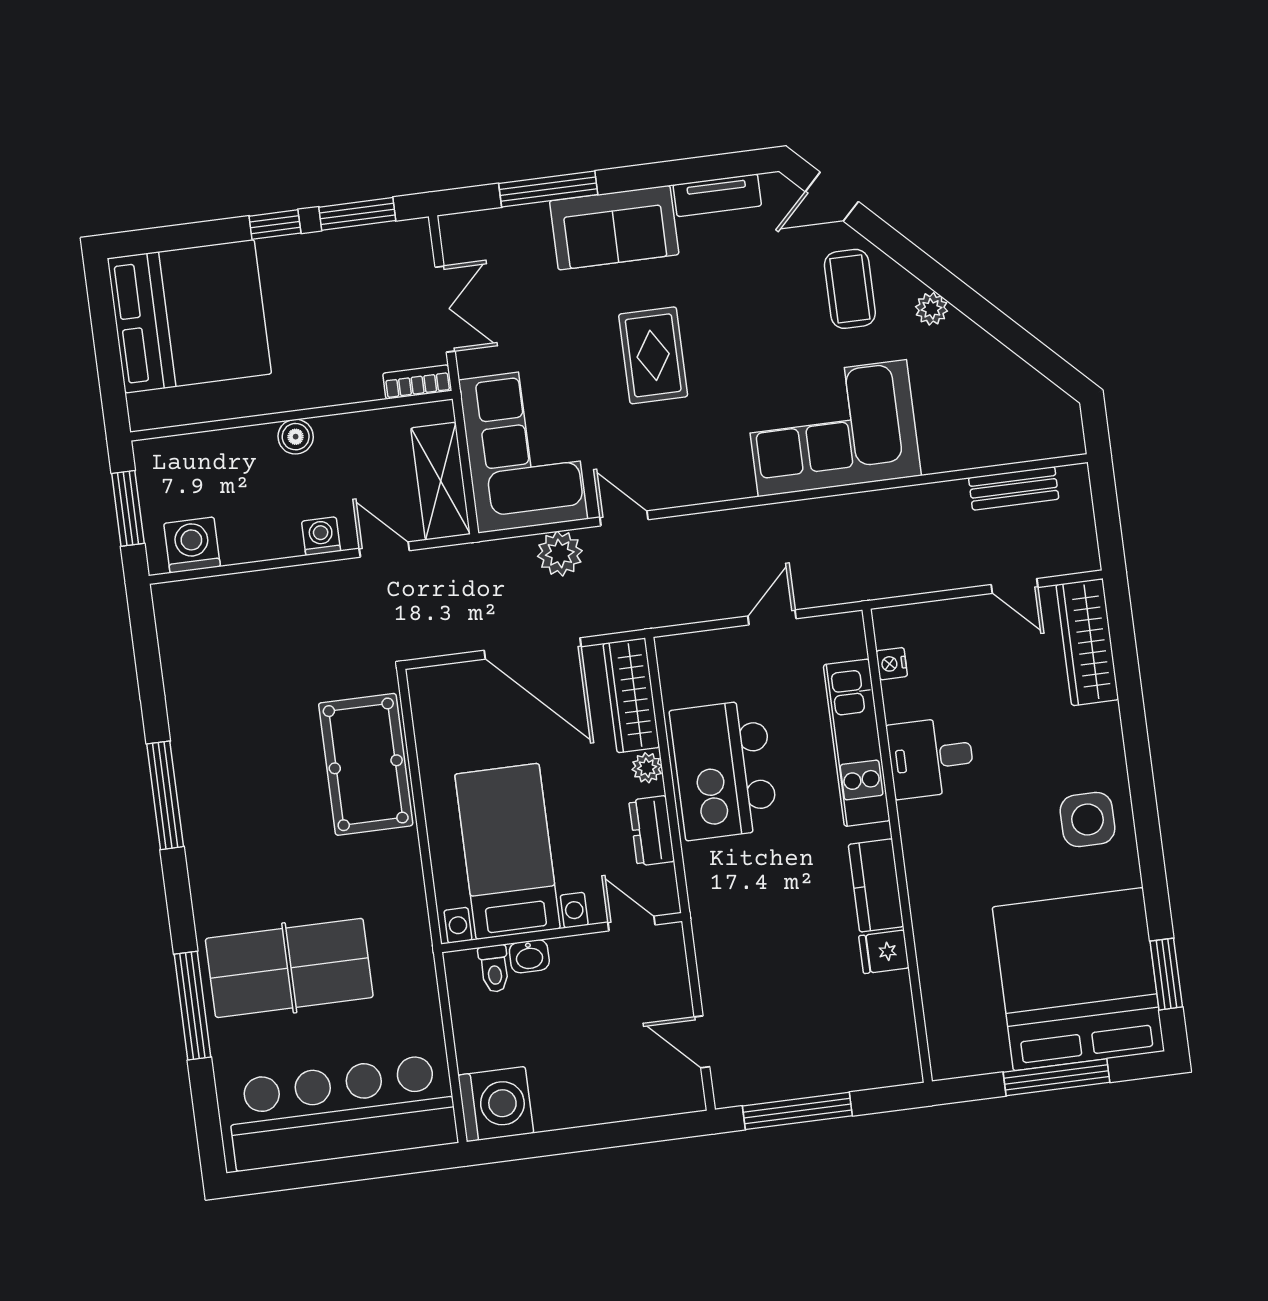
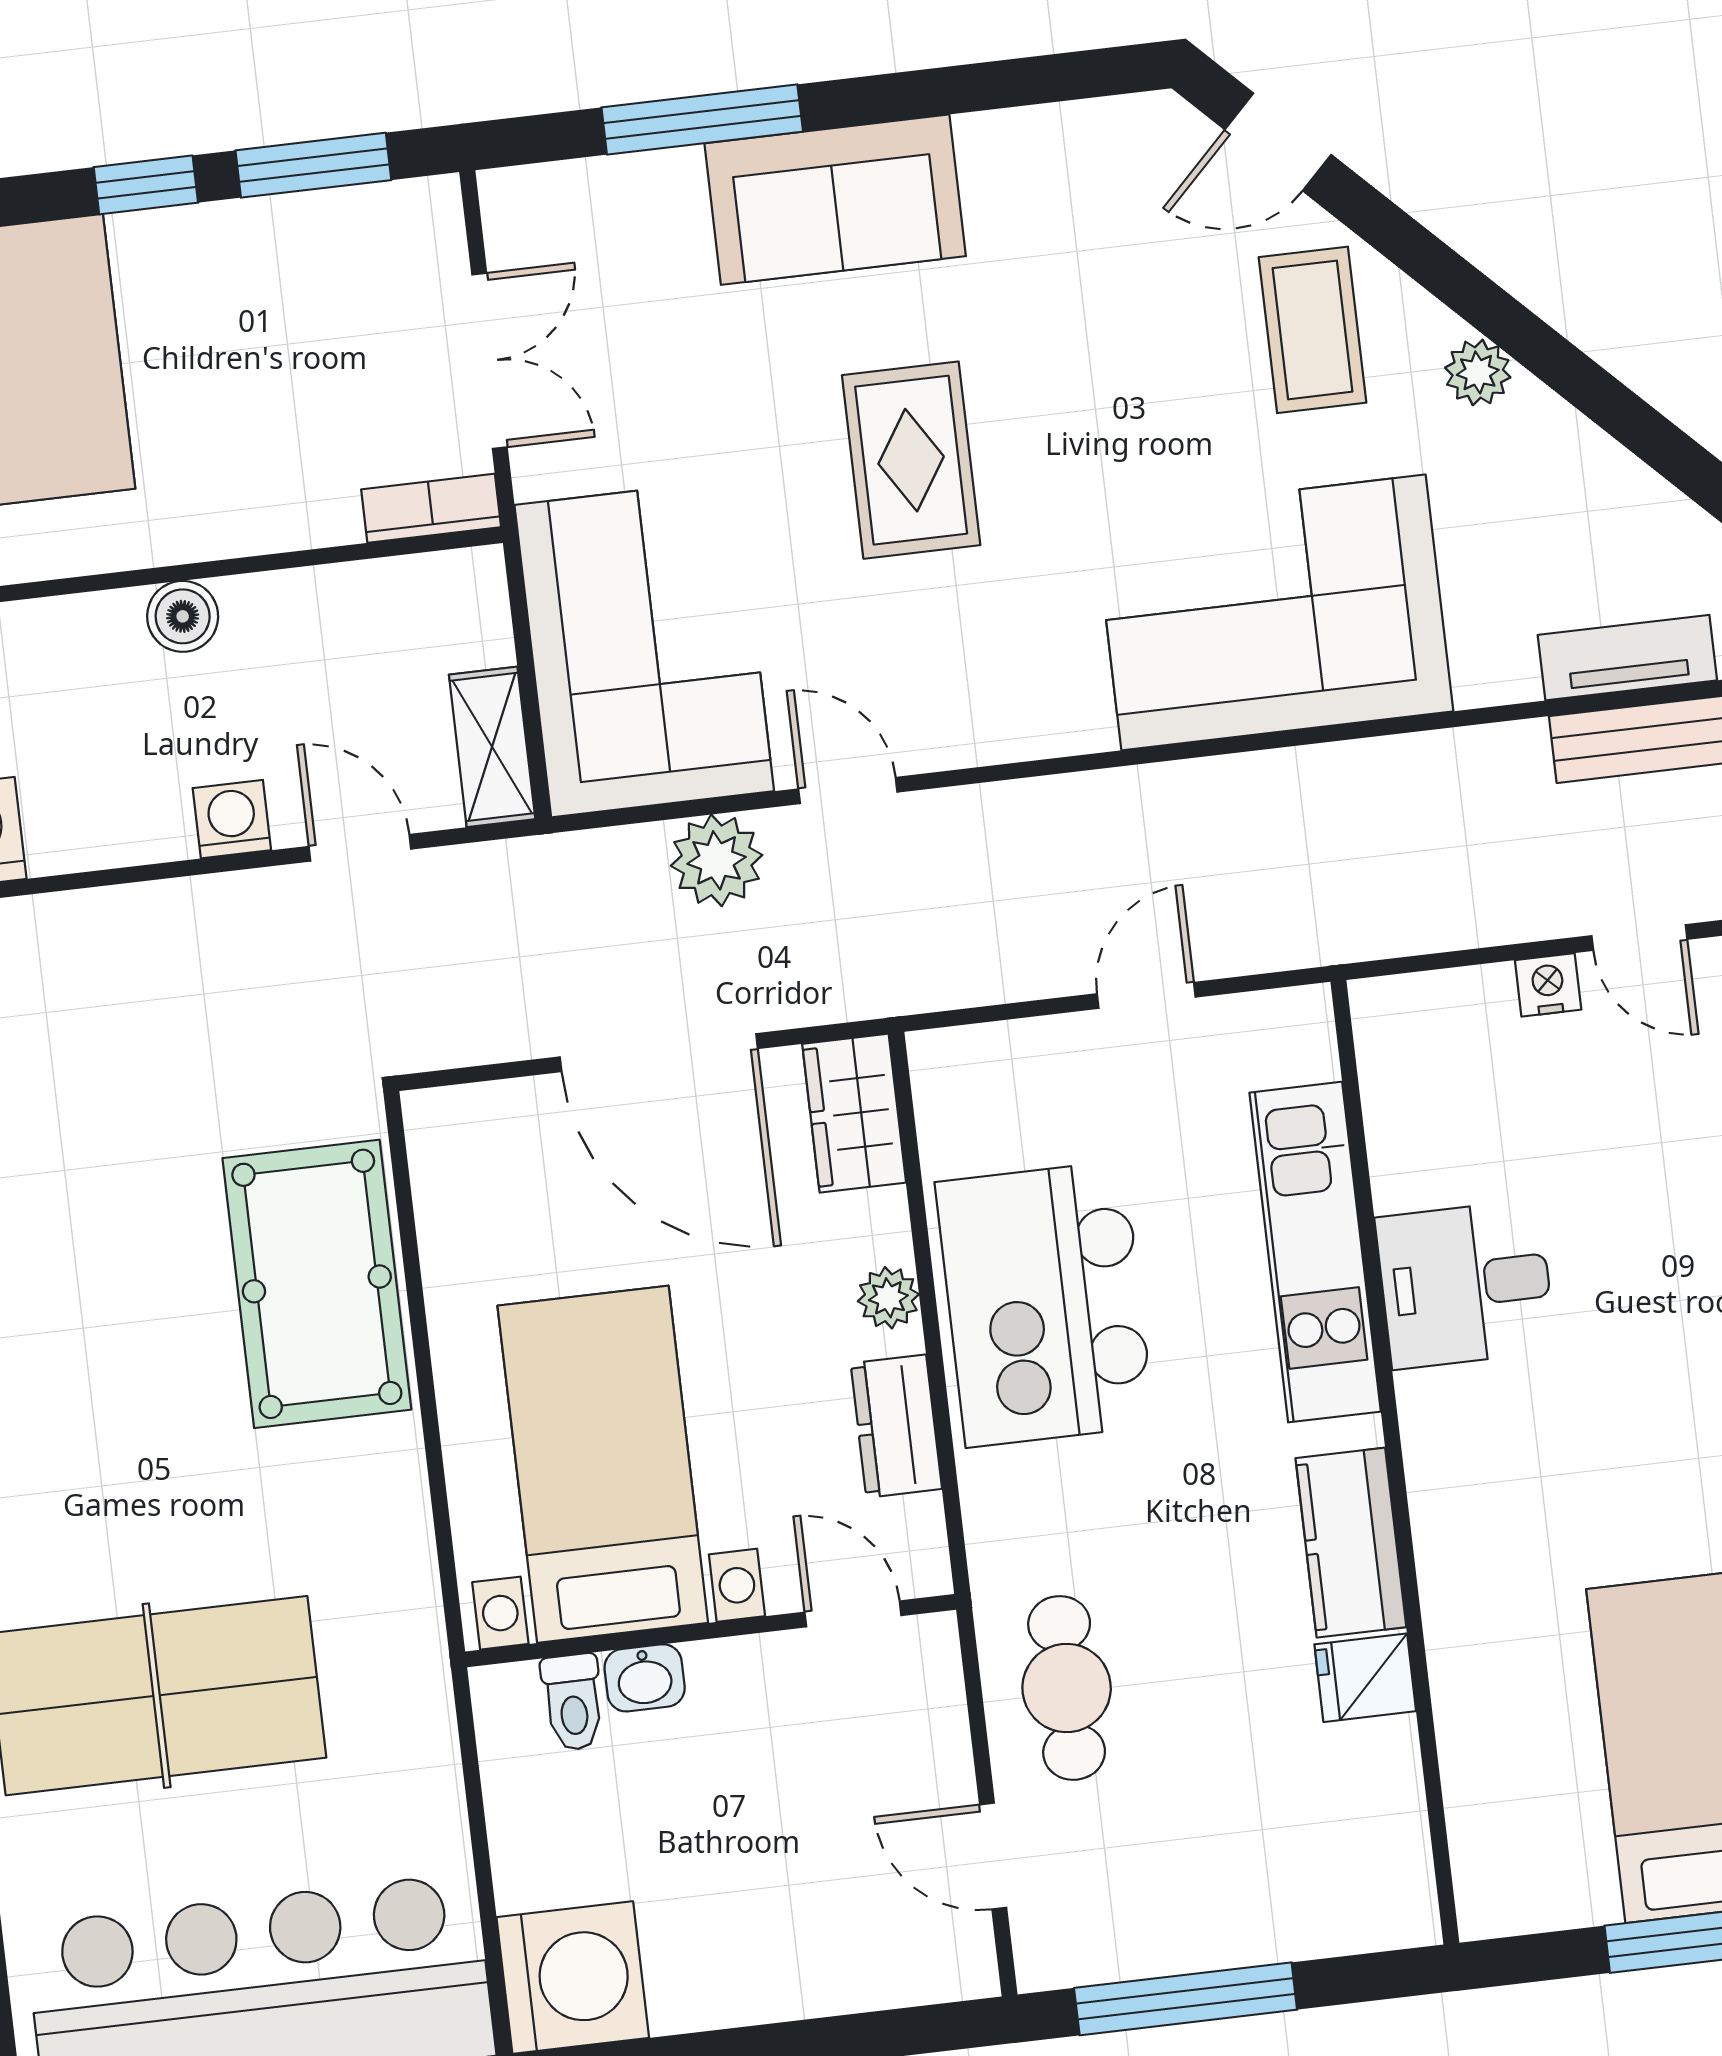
tv unit: (717, 195) -> (1627, 658), moved, turned 180
shelving: (441, 481) -> (492, 747), width x0.67, depth x0.75
nightstand: (892, 664) -> (1548, 985), moved, turned 90
wardrobe: (631, 695) -> (854, 1113), width x0.67
cafe table: (737, 959) -> (1067, 1688), added

